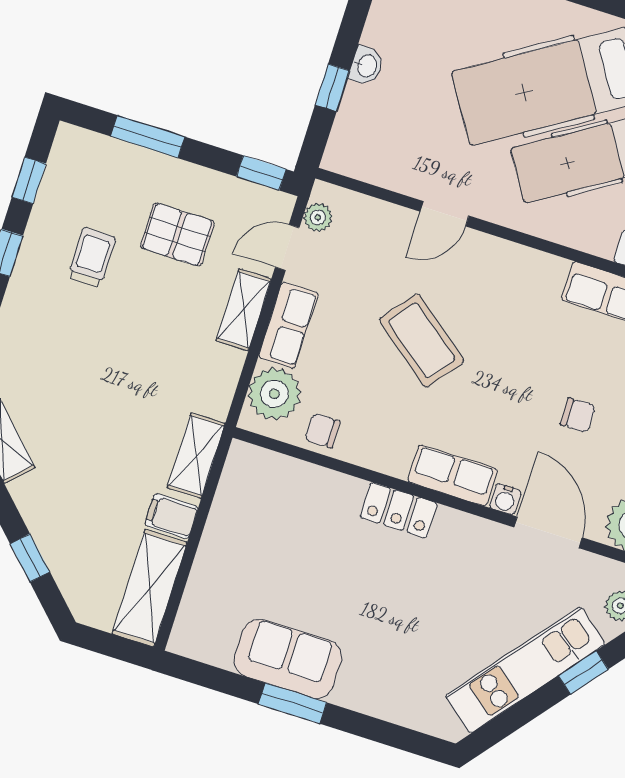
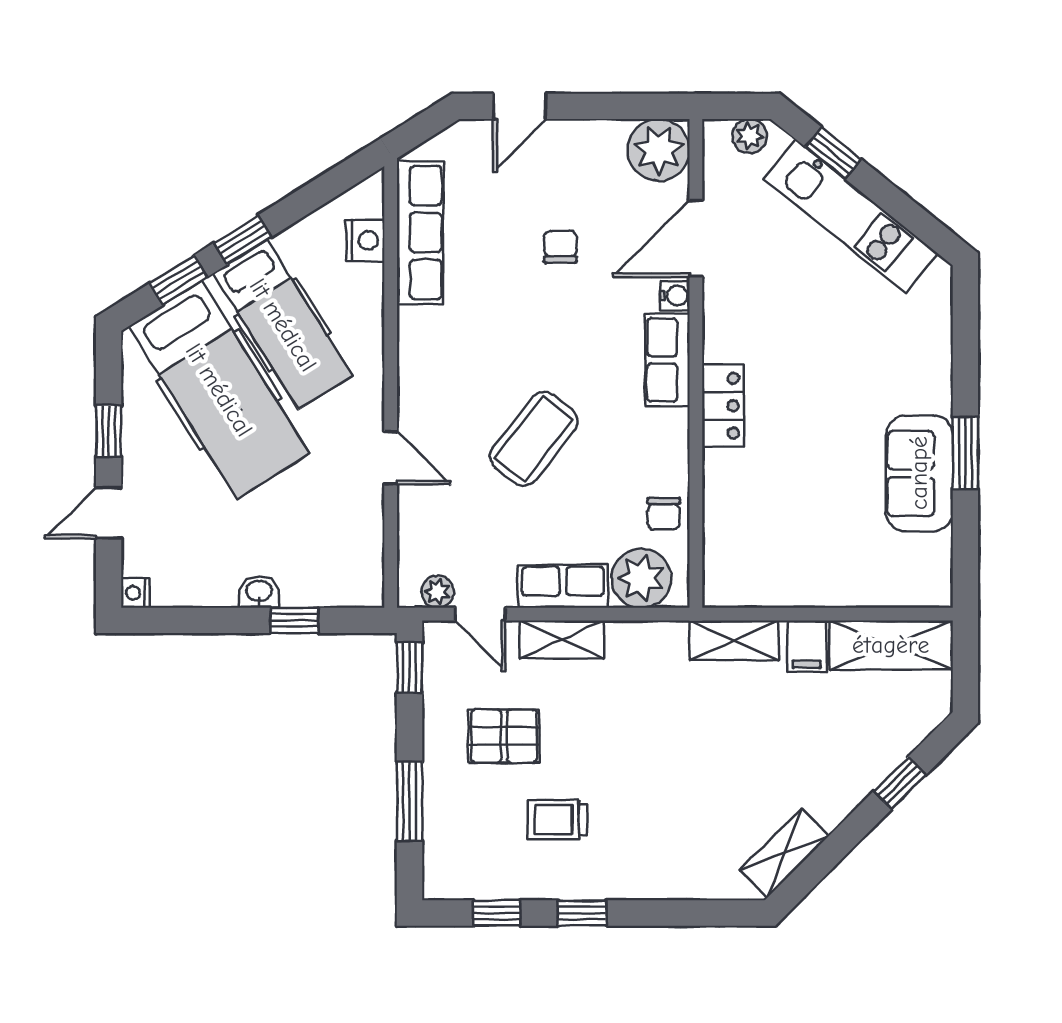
pallet: (177, 235) -> (504, 736), turned 90

